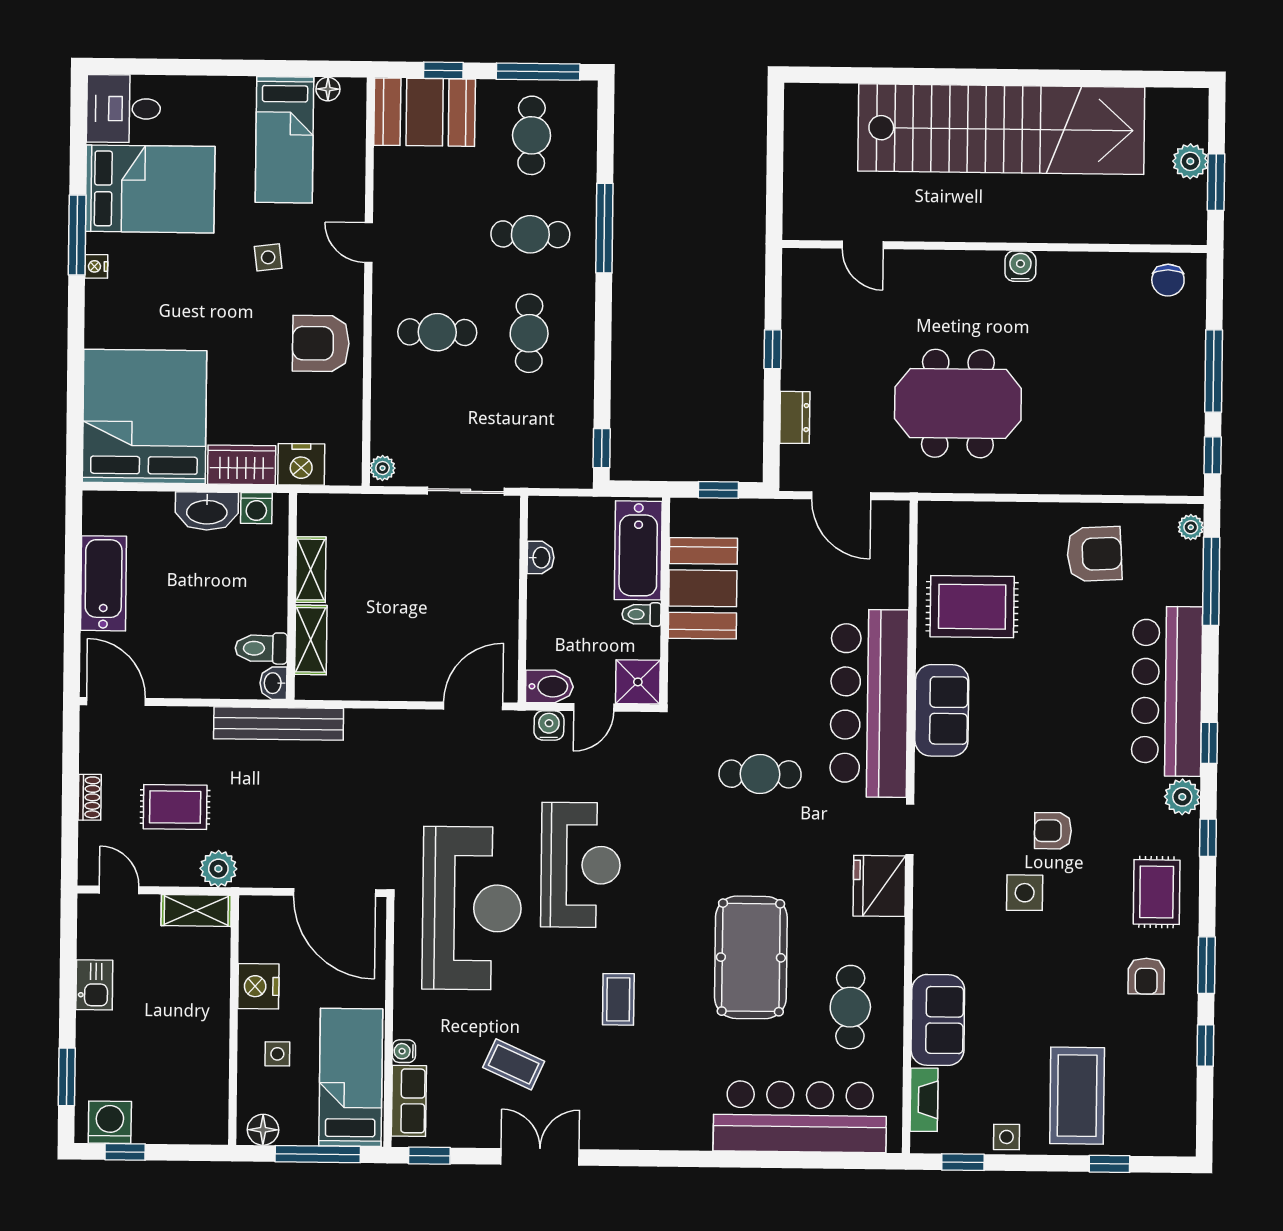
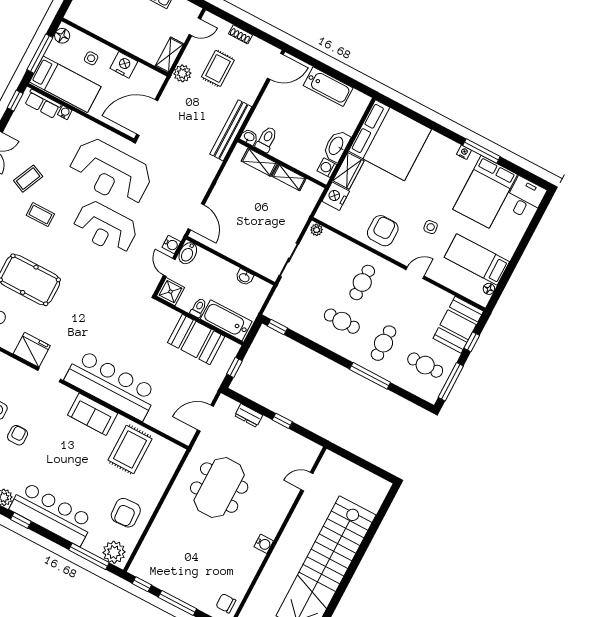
plant: (1191, 527) -> (114, 552), width x1.88, depth x1.88
cafe table: (760, 774) -> (105, 323), removed
coffee table: (514, 1064) -> (28, 179), moved

